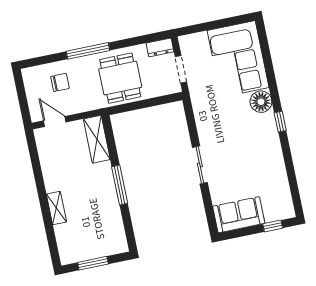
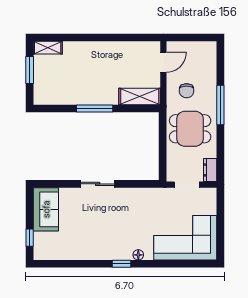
chair: (60, 82) -> (187, 91), moved
floor lamp: (261, 102) -> (138, 255), width x0.53, depth x0.53
shelving: (56, 208) -> (48, 48), moved

